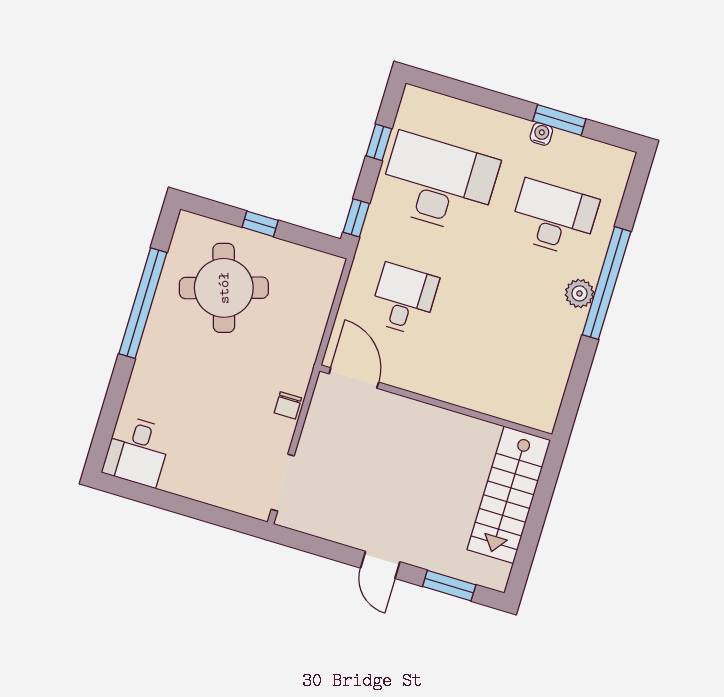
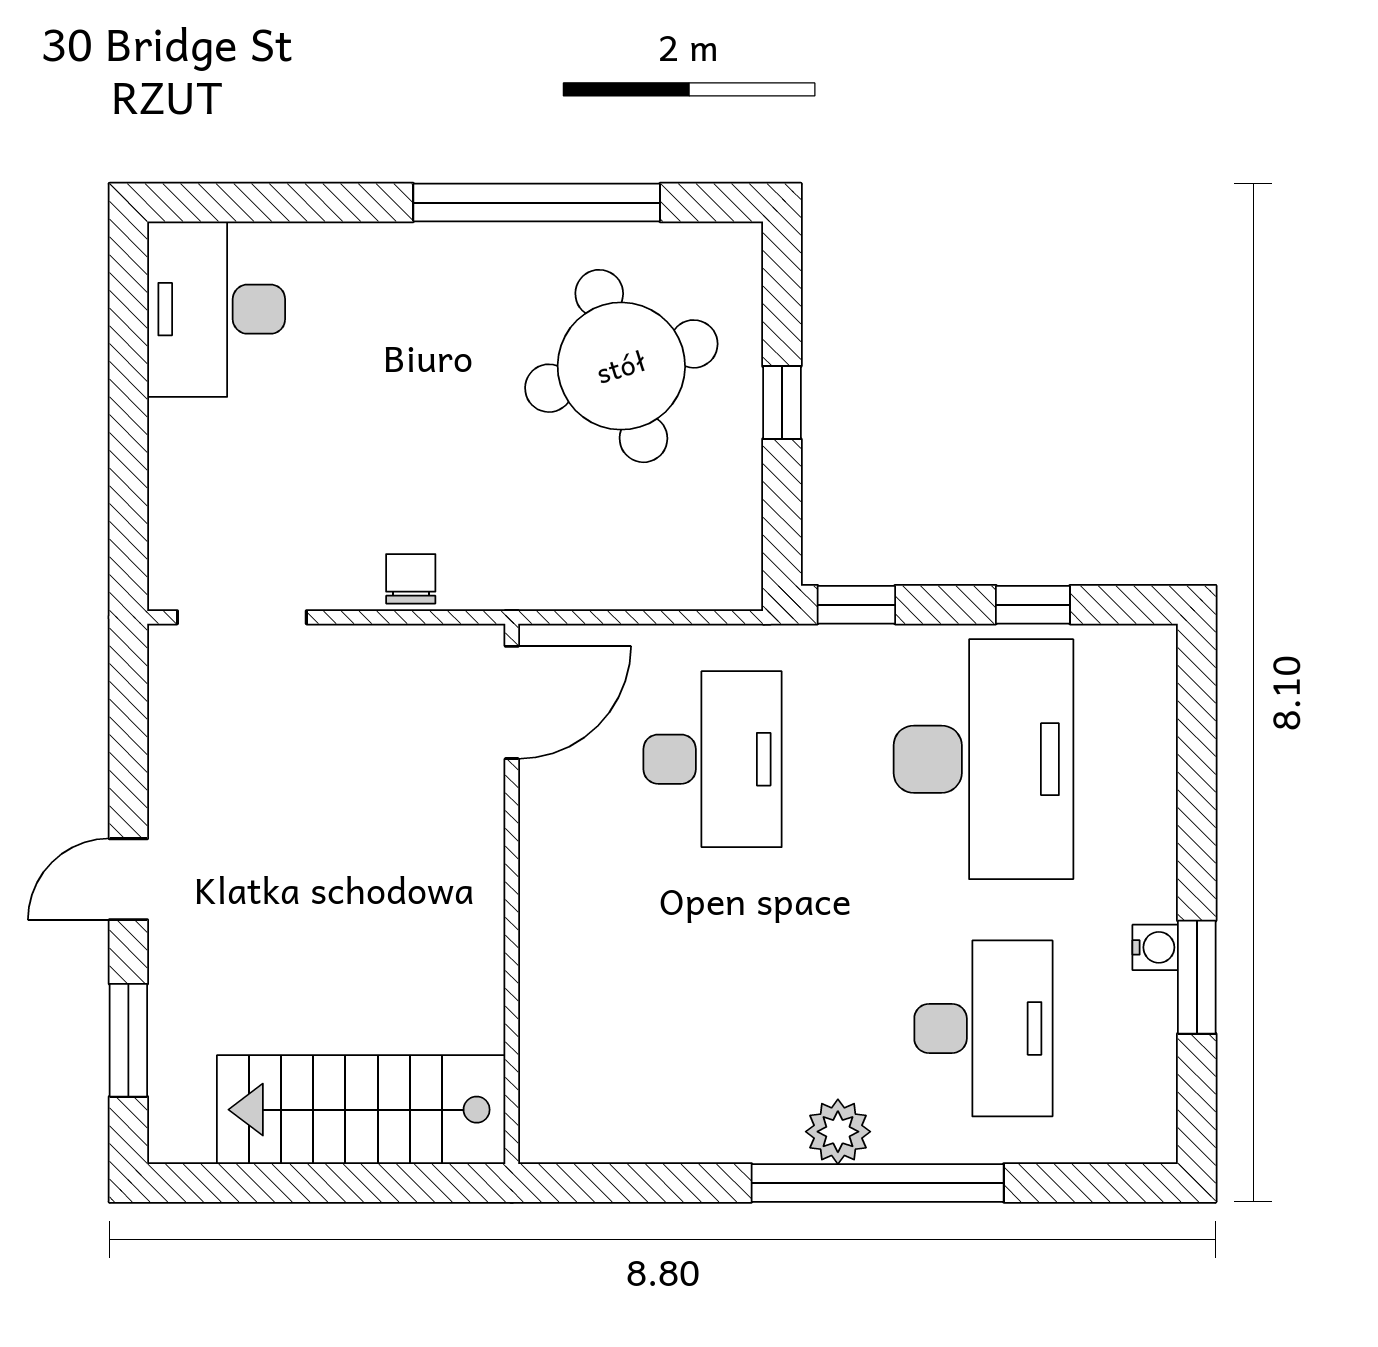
desk: (404, 299) -> (713, 759), width x1.37
chair: (288, 405) -> (411, 579), turned 90
desk: (137, 451) -> (216, 309), width x1.37

